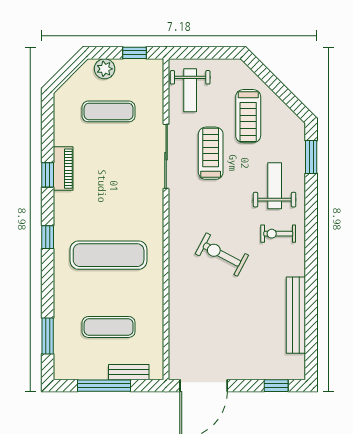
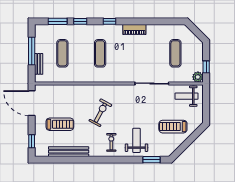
plant: (105, 69) -> (198, 77), moved
treadmill: (211, 153) -> (60, 124), moved
piano: (63, 169) -> (134, 30), moved
window: (48, 175) -> (80, 21), moved
weight bench: (275, 186) -> (136, 140), turned -90
exercise mat: (109, 255) -> (100, 53), width x0.73, depth x0.69

